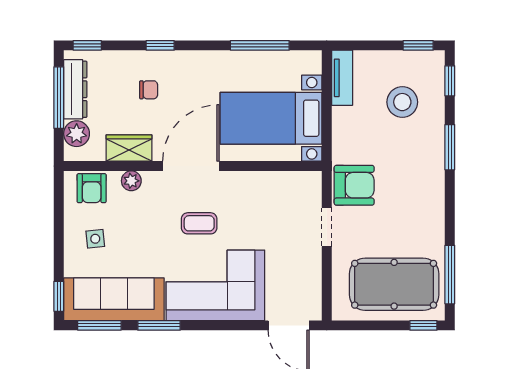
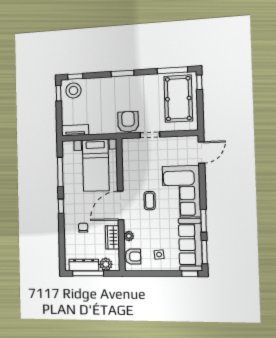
window: (87, 45) -> (62, 259), removed
window: (160, 45) -> (61, 206), moved
stool: (402, 102) -> (73, 90), moved
window: (450, 147) -> (123, 73), moved
door: (191, 166) -> (121, 205), hinge flipped

